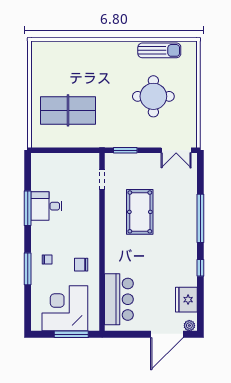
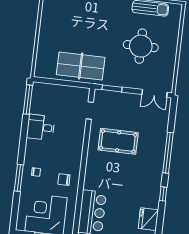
table tennis table: (68, 110) -> (81, 66), moved
window: (28, 208) -> (28, 100), moved
pool table: (140, 212) -> (118, 141), turned 90

